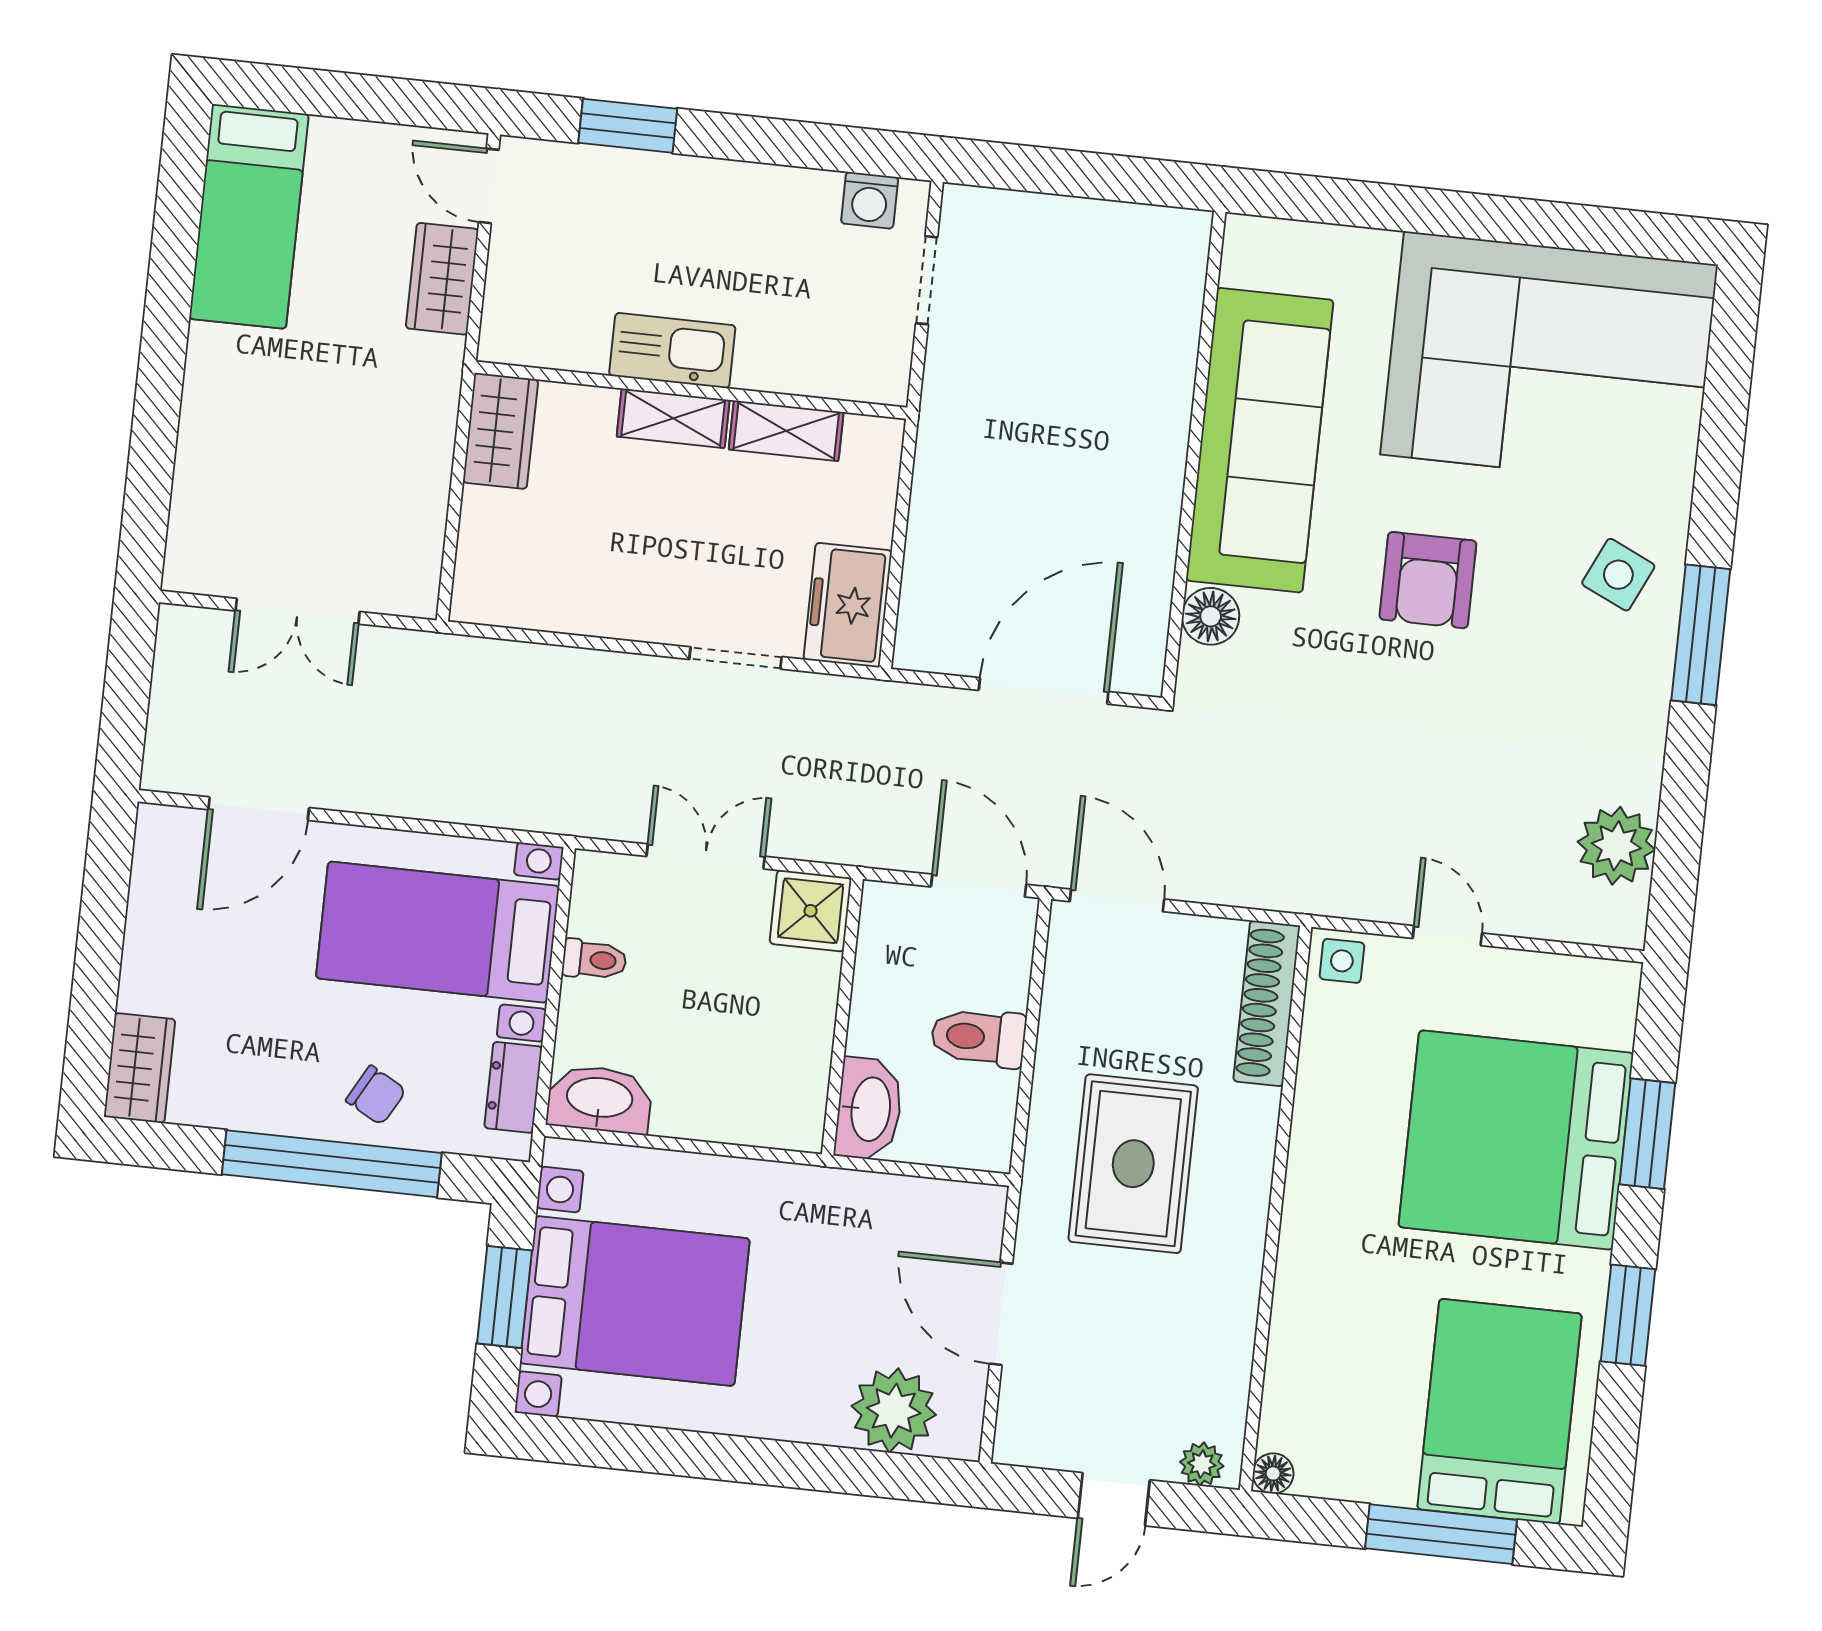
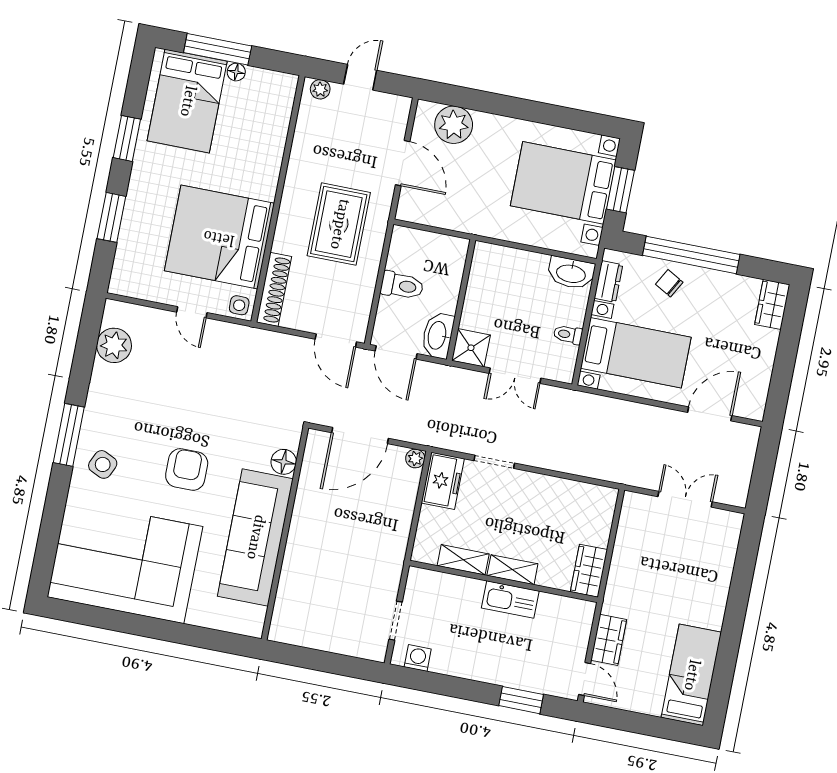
plant: (914, 650) -> (415, 458), added
washbasin: (869, 1109) -> (438, 335), moved
bed: (1516, 1140) -> (219, 237), moved, turned 180
floor lamp: (1273, 1473) -> (236, 72), moved

